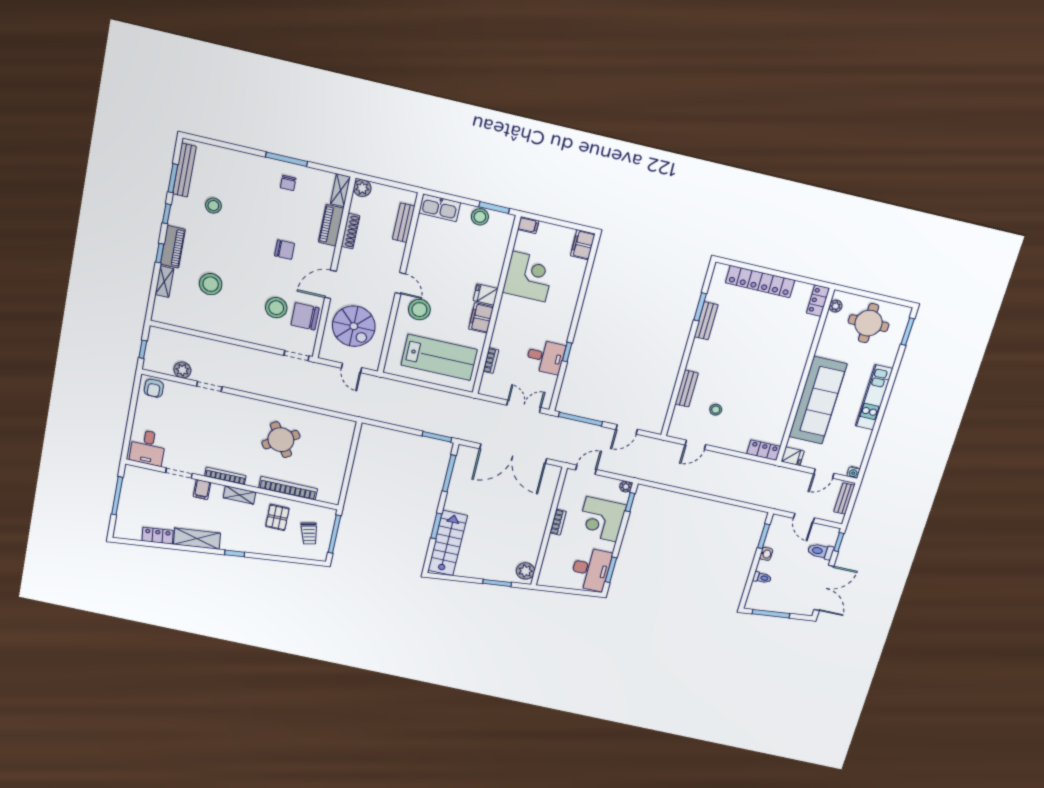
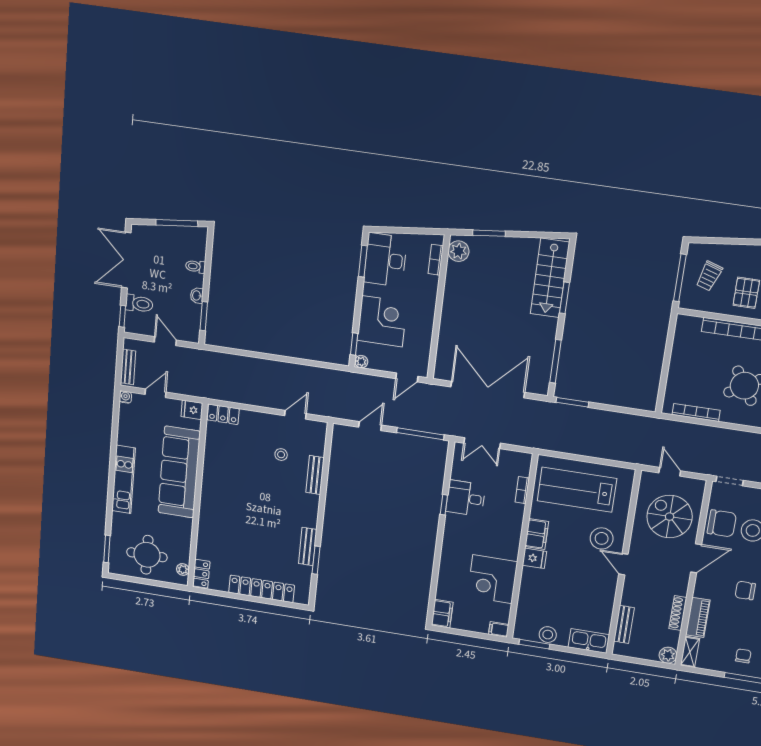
bookcase: (325, 420) -> (696, 412), added
bookcase: (558, 522) -> (436, 260), moved
trolley: (309, 534) -> (709, 276), turned -148

